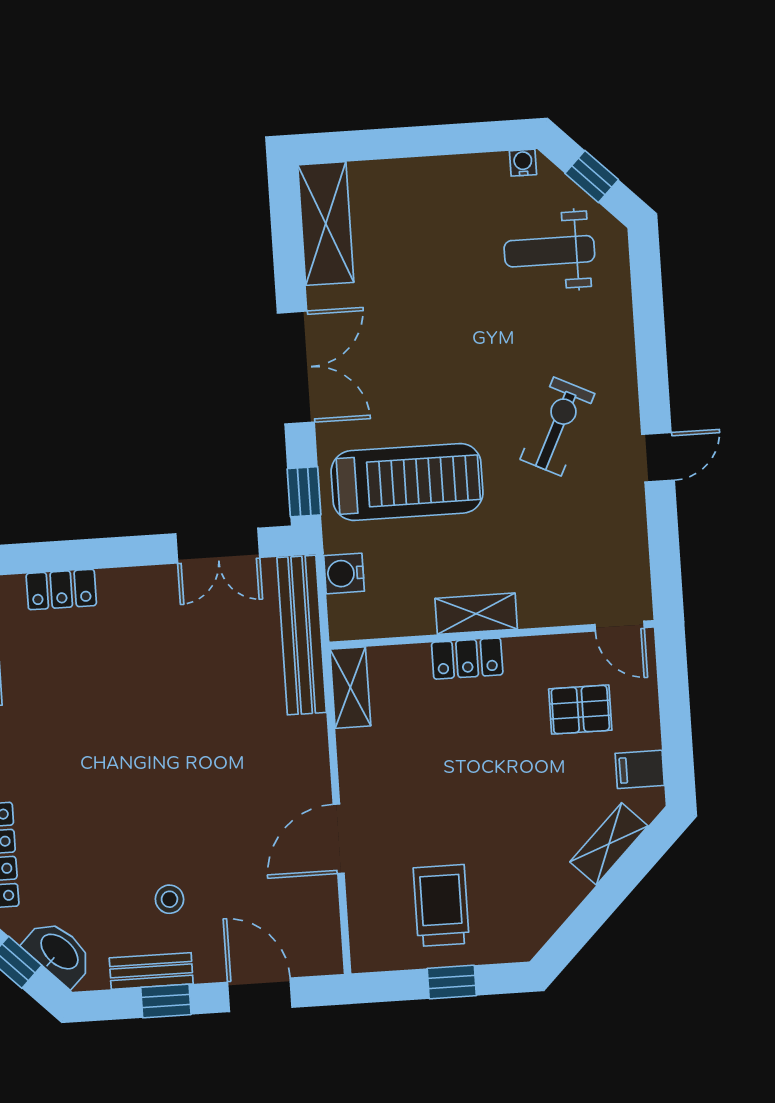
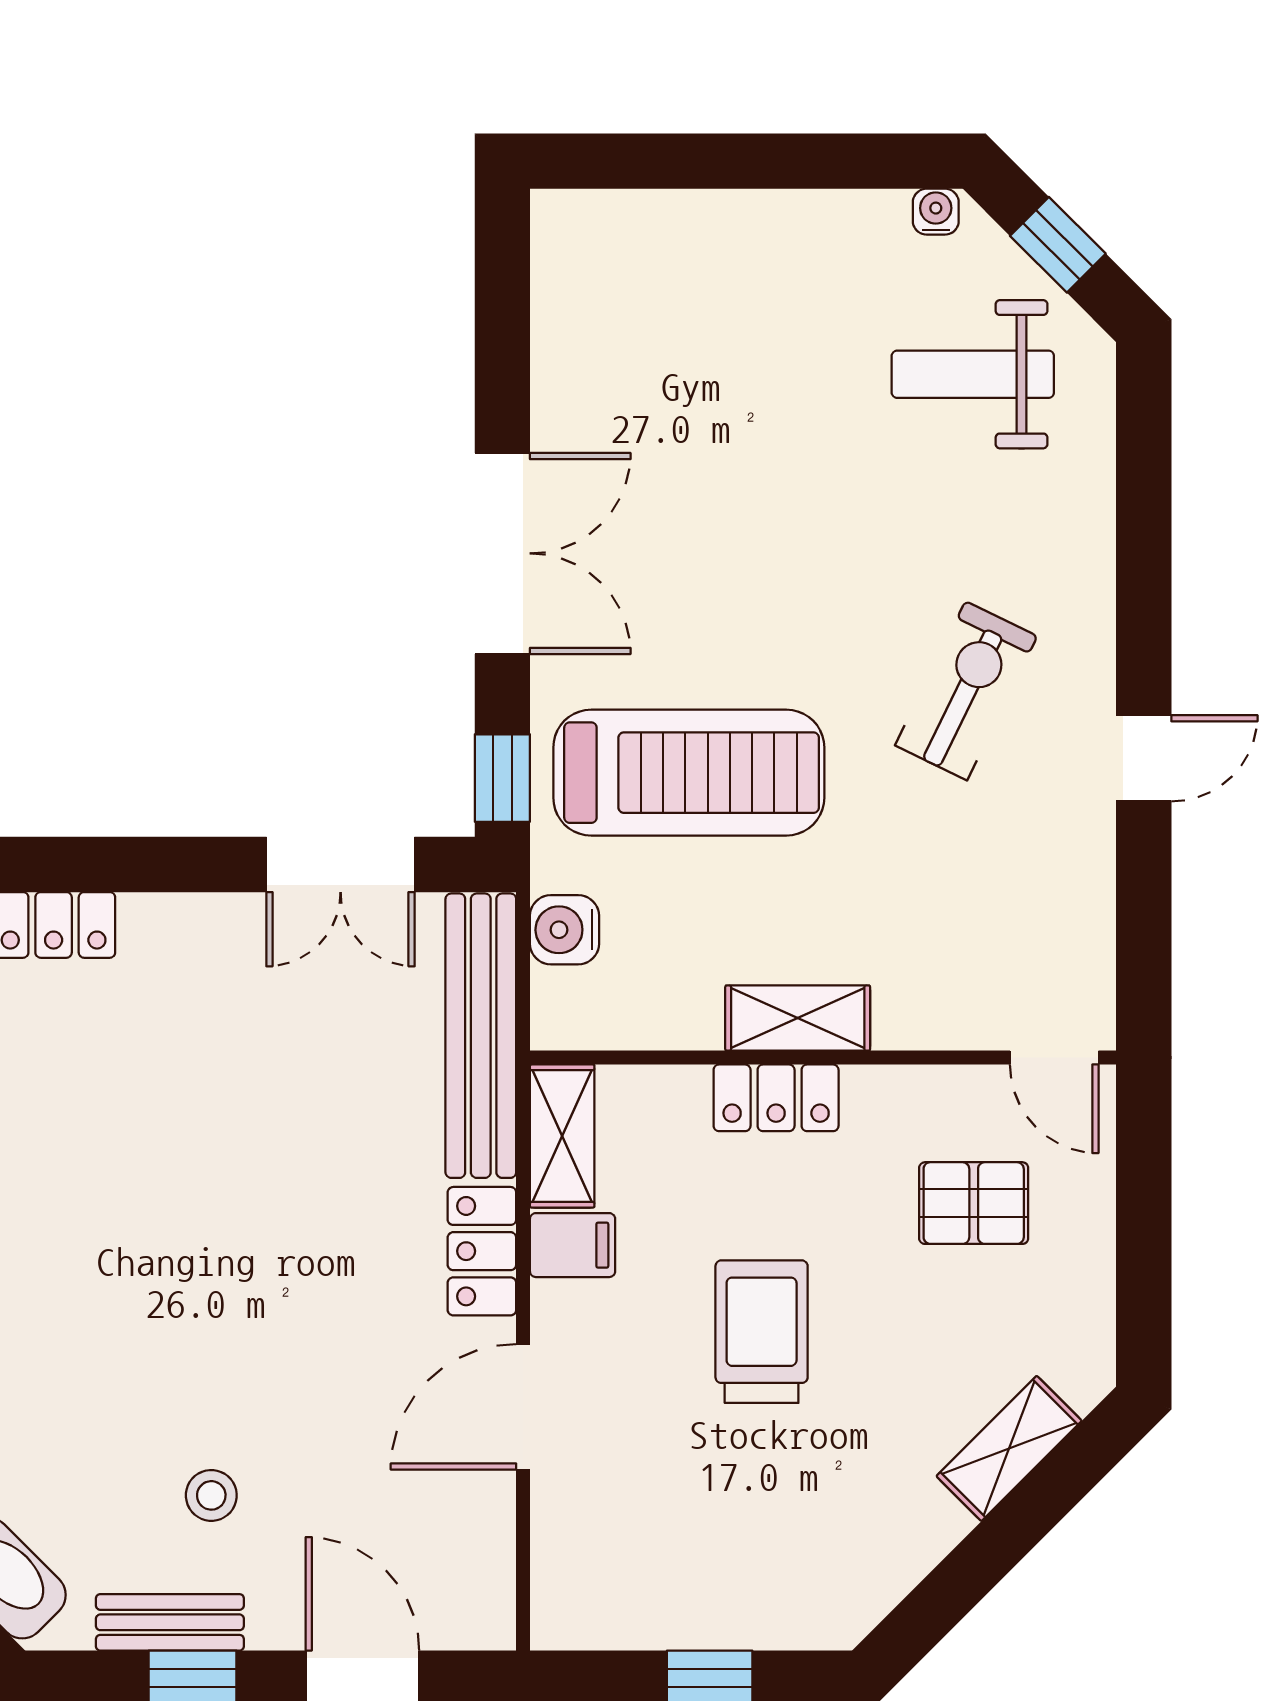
shelving: (326, 224) -> (574, 298), removed
locker: (310, 754) -> (482, 1251), added
filing cabinet: (640, 769) -> (573, 1245), moved, turned 180
trolley: (441, 905) -> (762, 1332), moved

